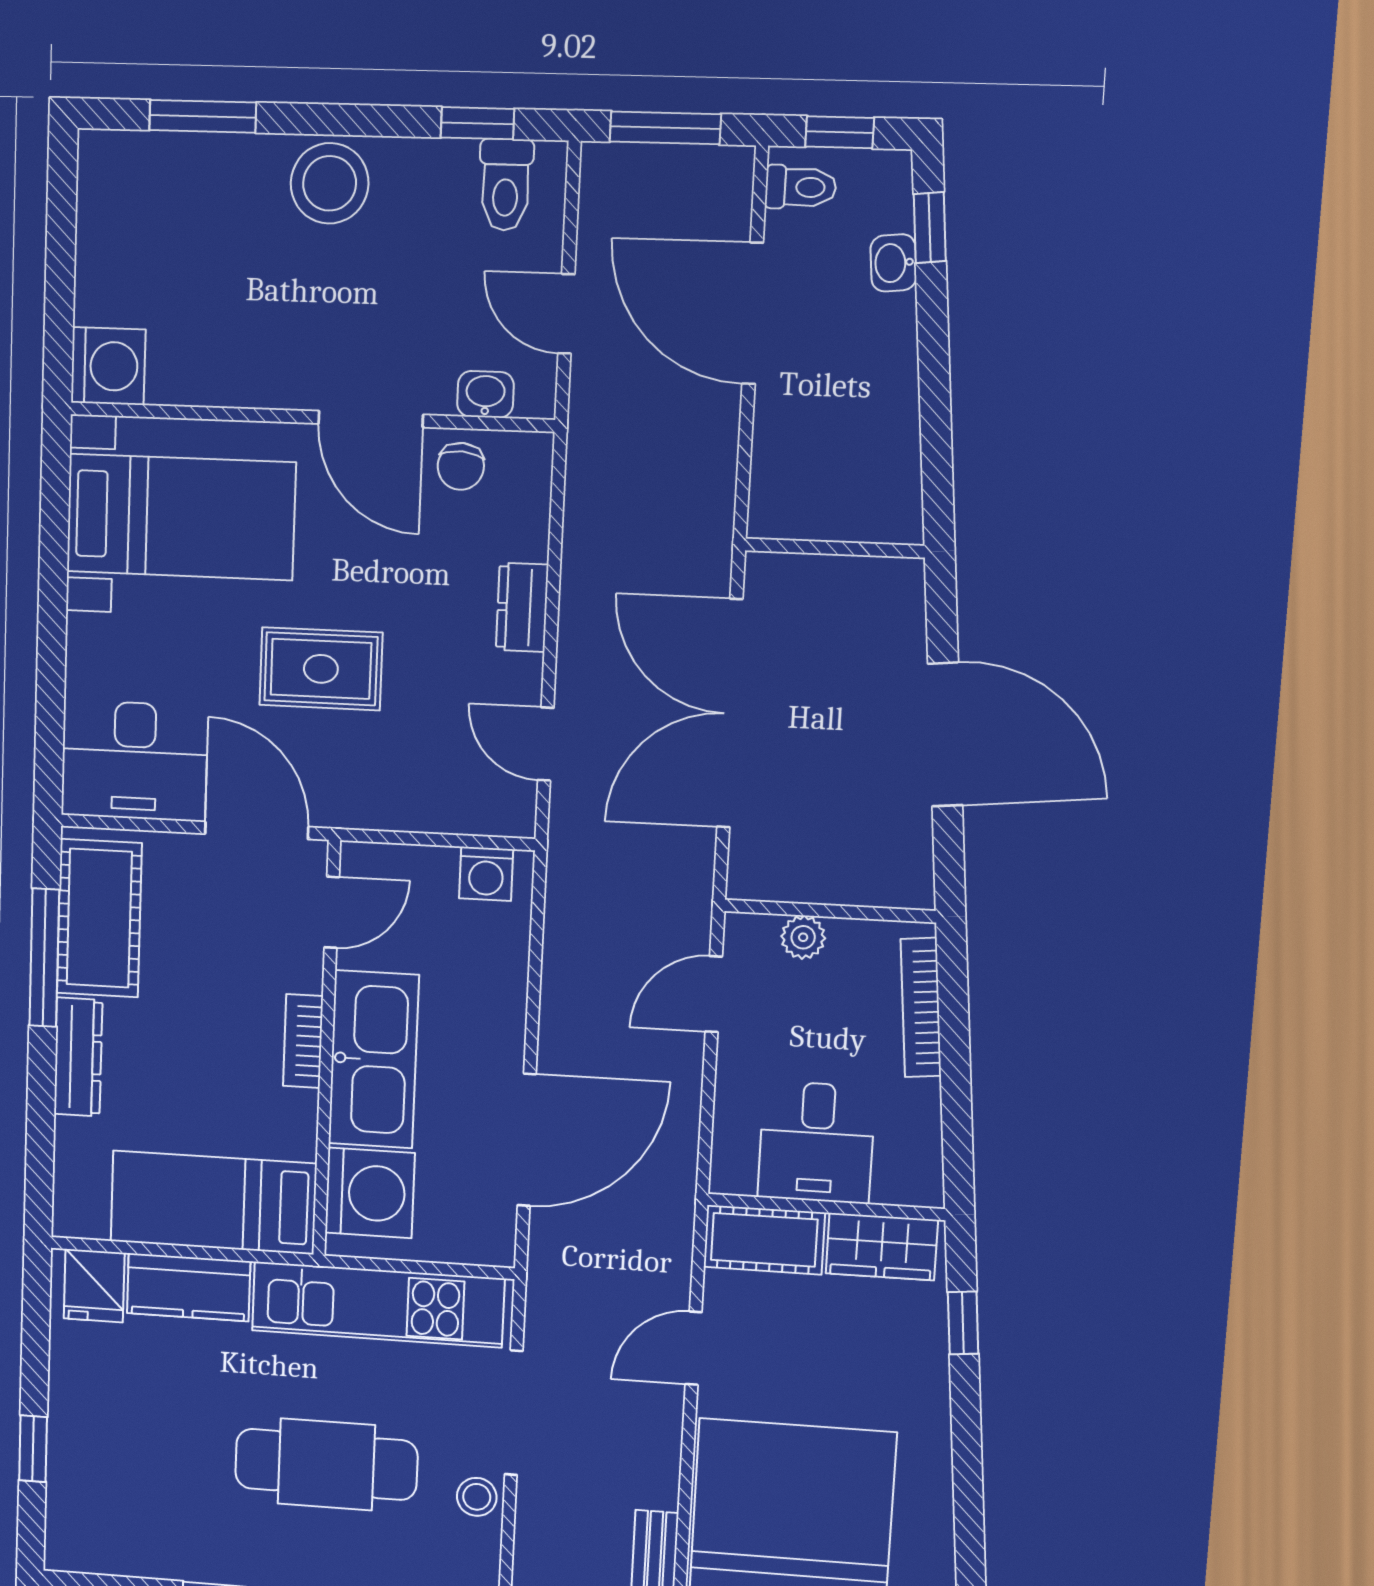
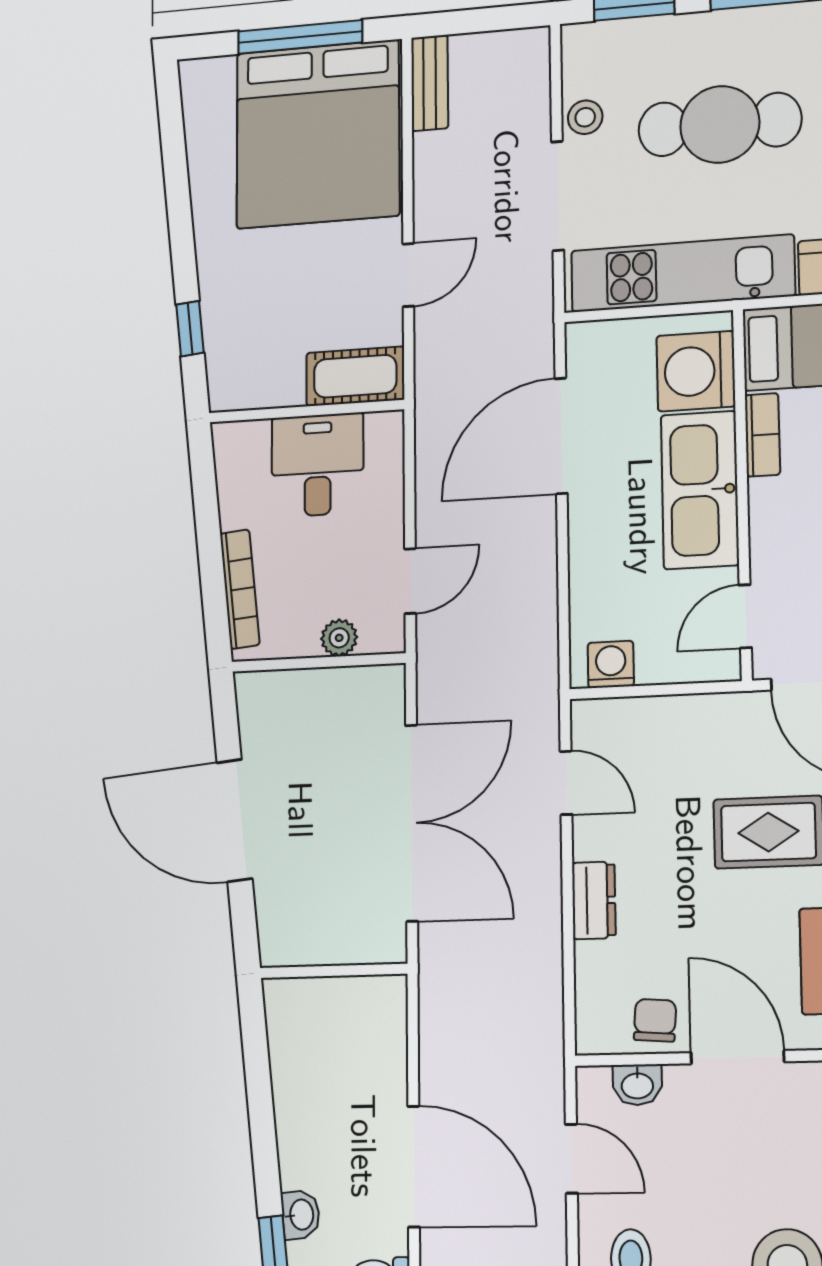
bookcase: (303, 1041) -> (762, 435), moved
wardrobe: (882, 1247) -> (259, 384), removed

